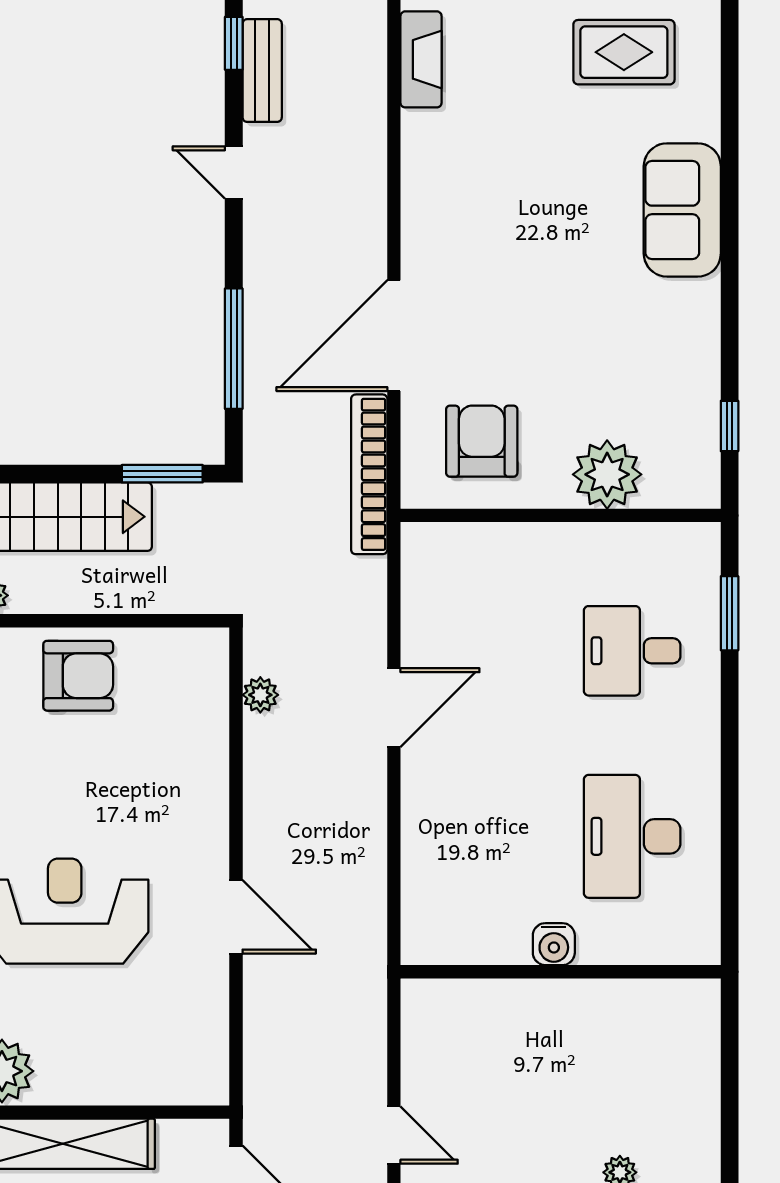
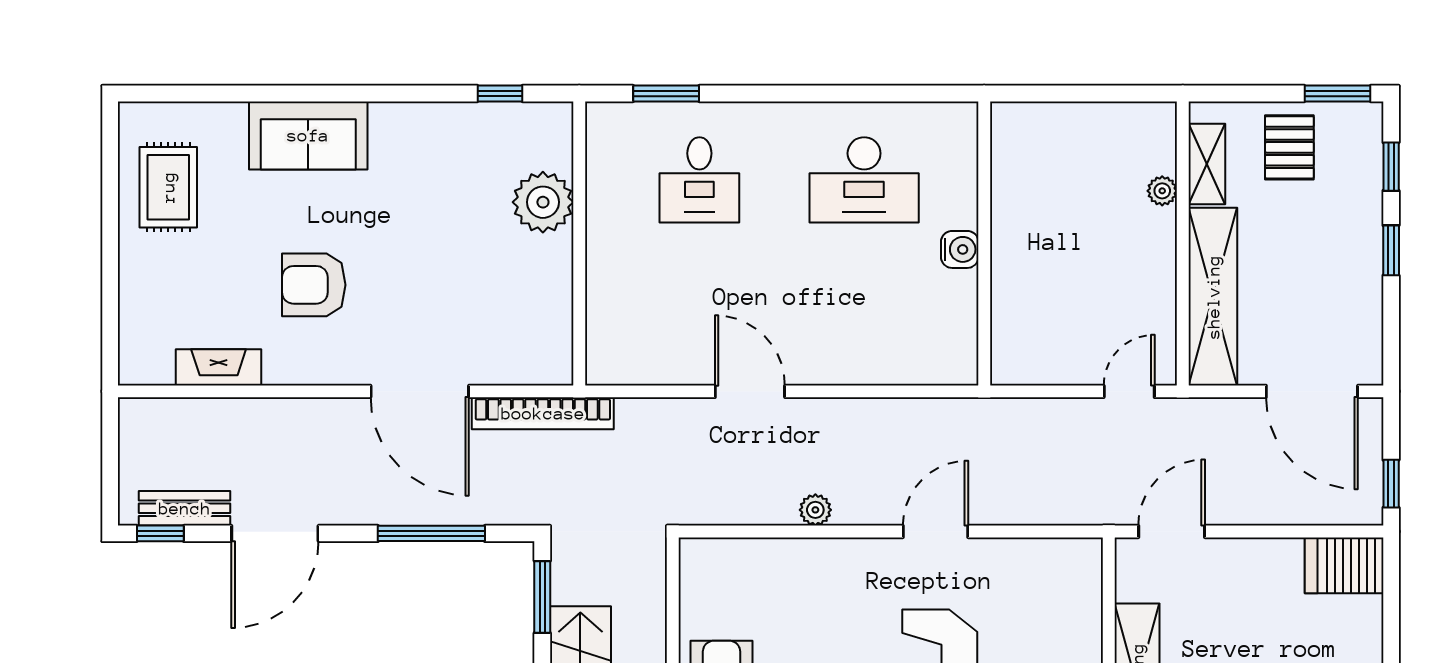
fireplace: (421, 59) -> (219, 367), moved
door: (234, 172) -> (275, 533), width x1.88
armchair: (482, 441) -> (314, 285), moved
plant: (260, 695) -> (815, 510), moved

